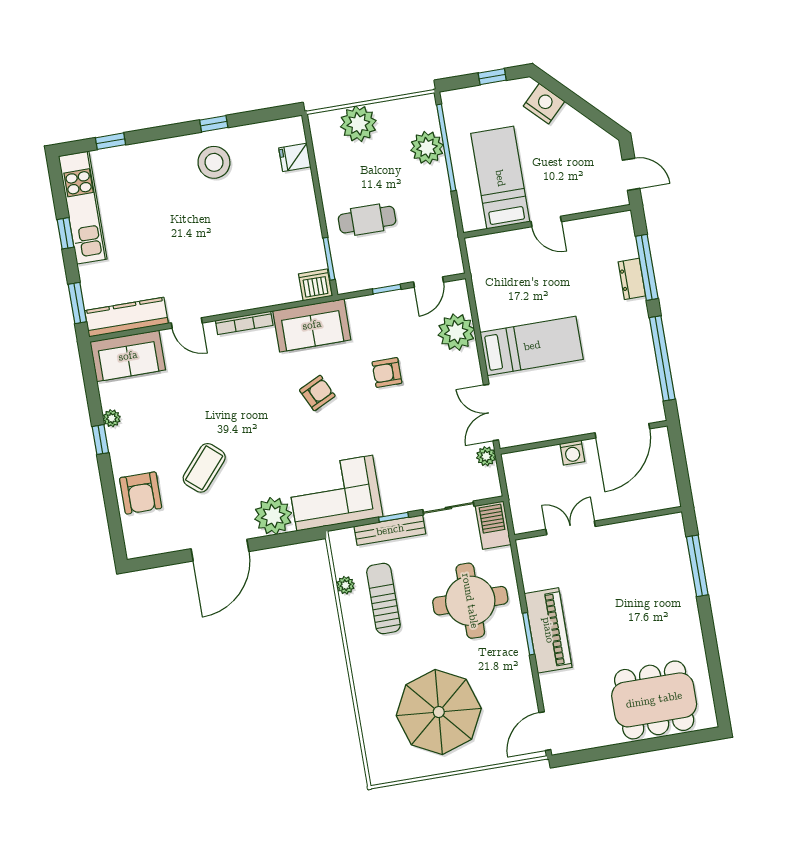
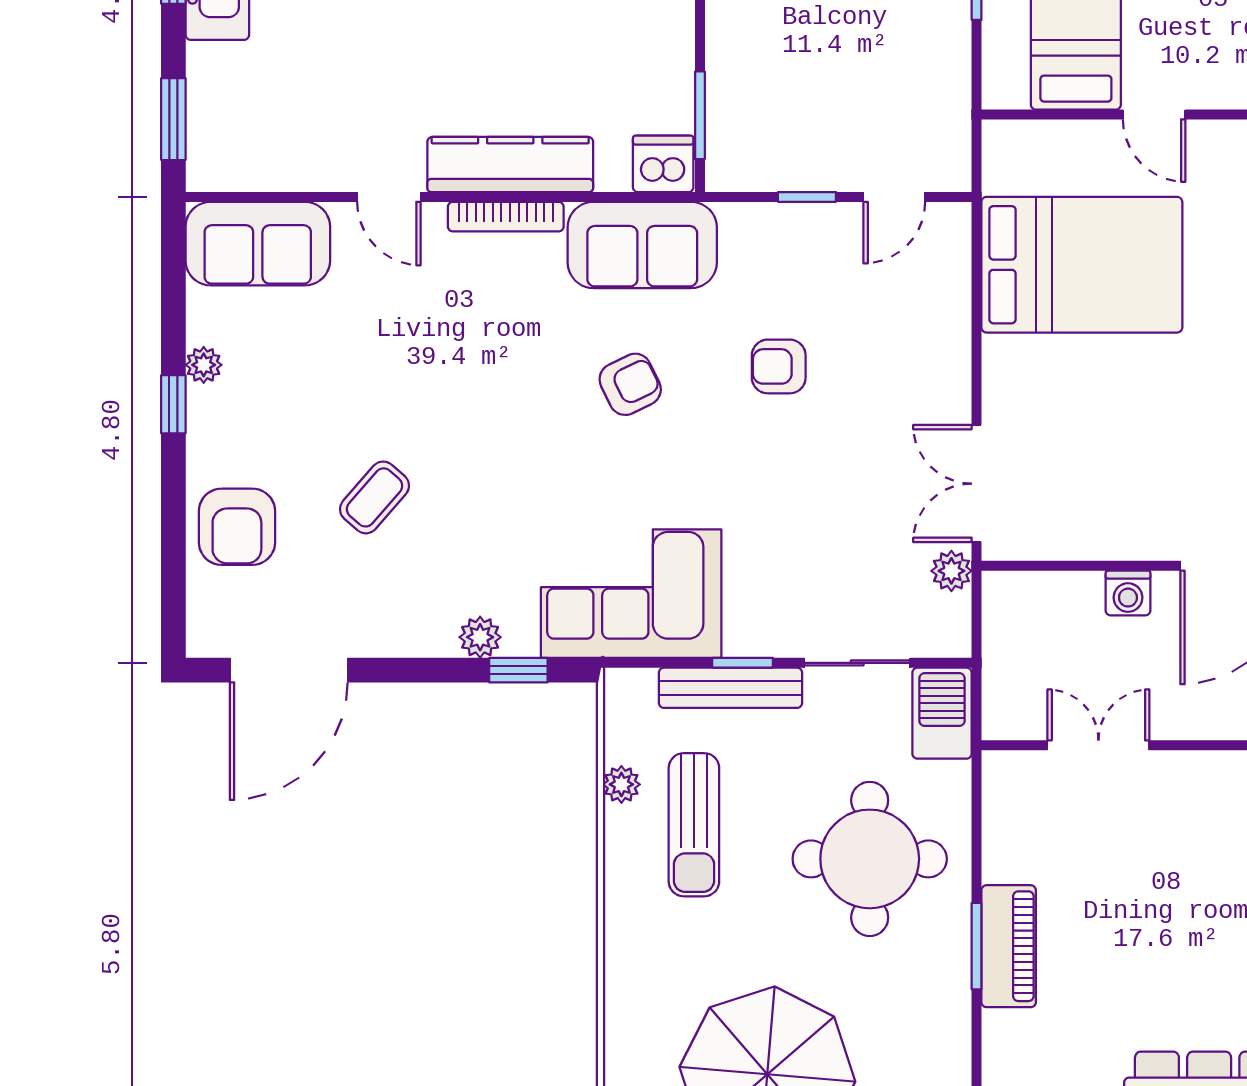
cafe table: (367, 220) -> (791, 49), removed
kitchen counter: (126, 317) -> (510, 164), moved
plant: (456, 332) -> (933, 308), removed
bed: (532, 346) -> (1082, 265), moved, width x1.50
coffee table: (204, 468) -> (375, 497), width x0.73, depth x0.77
plant: (273, 516) -> (480, 637), width x0.53, depth x0.53
window: (287, 539) -> (518, 670), added
door: (220, 550) -> (289, 670), moved
sun lounger: (383, 599) -> (694, 825), turned 180
piano: (548, 630) -> (1009, 946), width x0.73, depth x0.75

